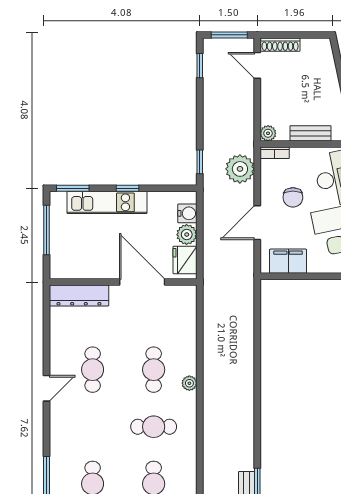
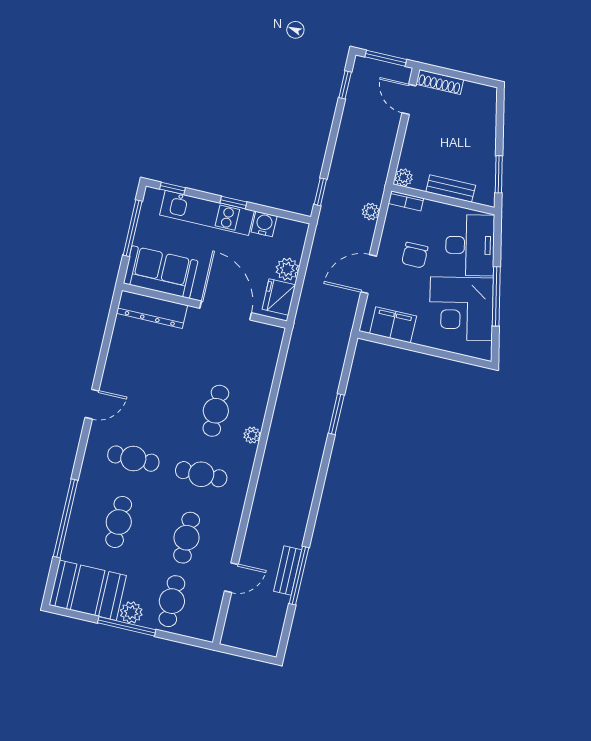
plant: (240, 169) -> (371, 212), width x0.53, depth x0.53
window: (73, 188) -> (172, 188), width x0.67
water cooler: (187, 213) -> (264, 224), moved, turned -90
sofa: (79, 262) -> (161, 272), added
window: (257, 349) -> (336, 414), added
cafe table: (93, 370) -> (133, 459), moved, turned 90

